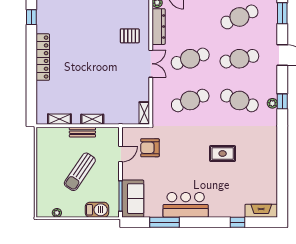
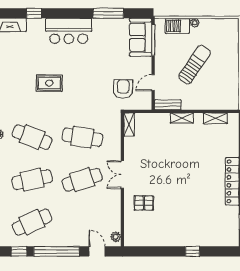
dresser: (159, 27) -> (114, 212), removed
cafe table: (190, 100) -> (82, 137), turned 30
bench: (82, 132) -> (168, 105), moved
armchair: (150, 148) -> (123, 89), turned -90
bar counter: (186, 205) -> (69, 31), moved
plant: (57, 213) -> (195, 23), moved

